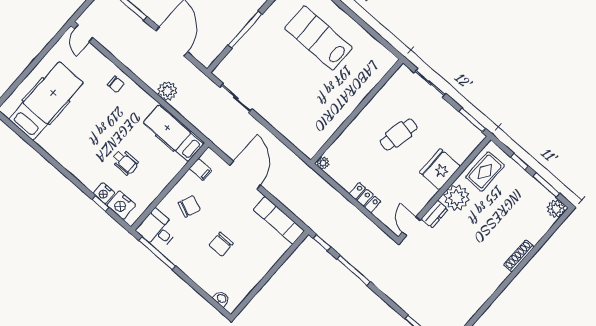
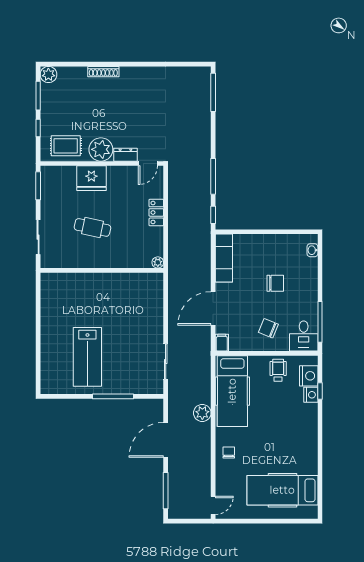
lab bench: (318, 38) -> (87, 357), moved
hospital bed: (173, 133) -> (232, 391), width x1.37, depth x1.29
wheelchair: (125, 162) -> (278, 370), moved
filing cabinet: (200, 170) -> (222, 343), moved

